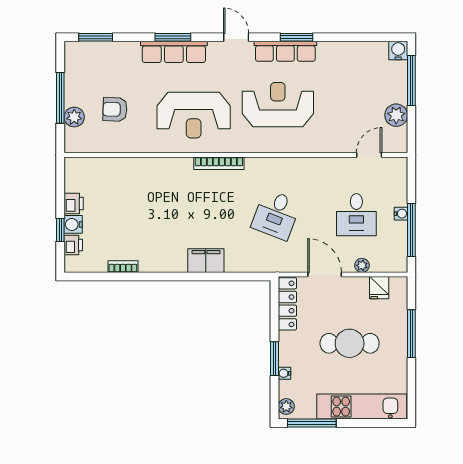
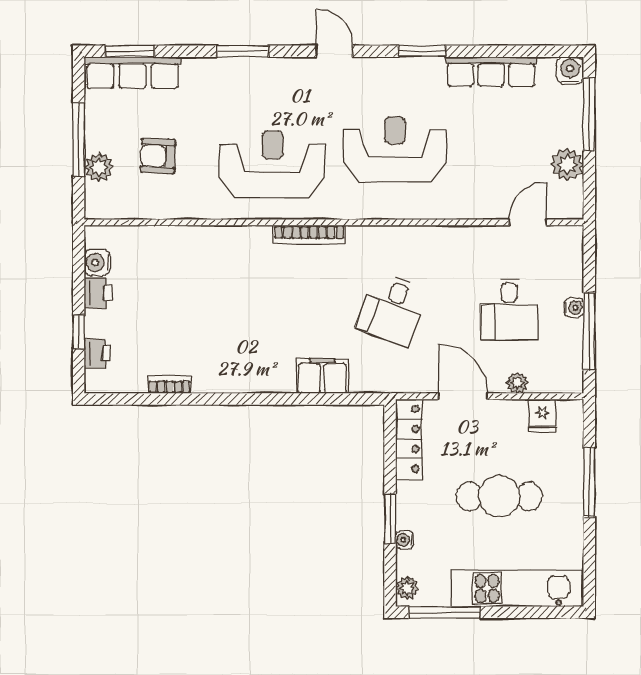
row of seats: (285, 51) -> (491, 72), moved
row of seats: (174, 52) -> (133, 72), moved
reception desk: (194, 115) -> (272, 164), turned 180
water cooler: (73, 224) -> (97, 262), moved
filing cabinet: (206, 261) -> (322, 376), moved

